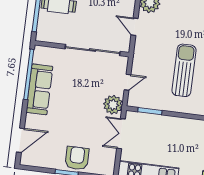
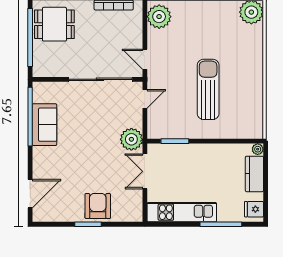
door: (135, 27) -> (145, 59), moved
door: (128, 82) -> (145, 99), moved
sofa: (39, 89) -> (45, 125), width x0.73

